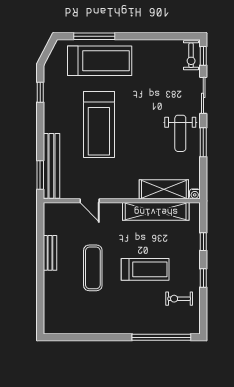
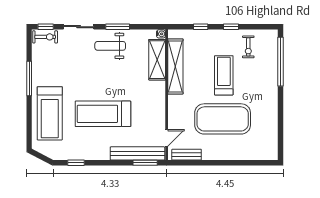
window: (94, 36) -> (29, 78), moved
treadmill: (100, 61) -> (50, 113), turned 180
treadmill: (99, 125) -> (103, 114), turned 180
weight bench: (180, 133) -> (110, 46), turned 180
door: (90, 201) -> (167, 138), moved
bench: (50, 253) -> (187, 155), moved
exercise mat: (93, 268) -> (223, 119), width x2.00, depth x1.45

